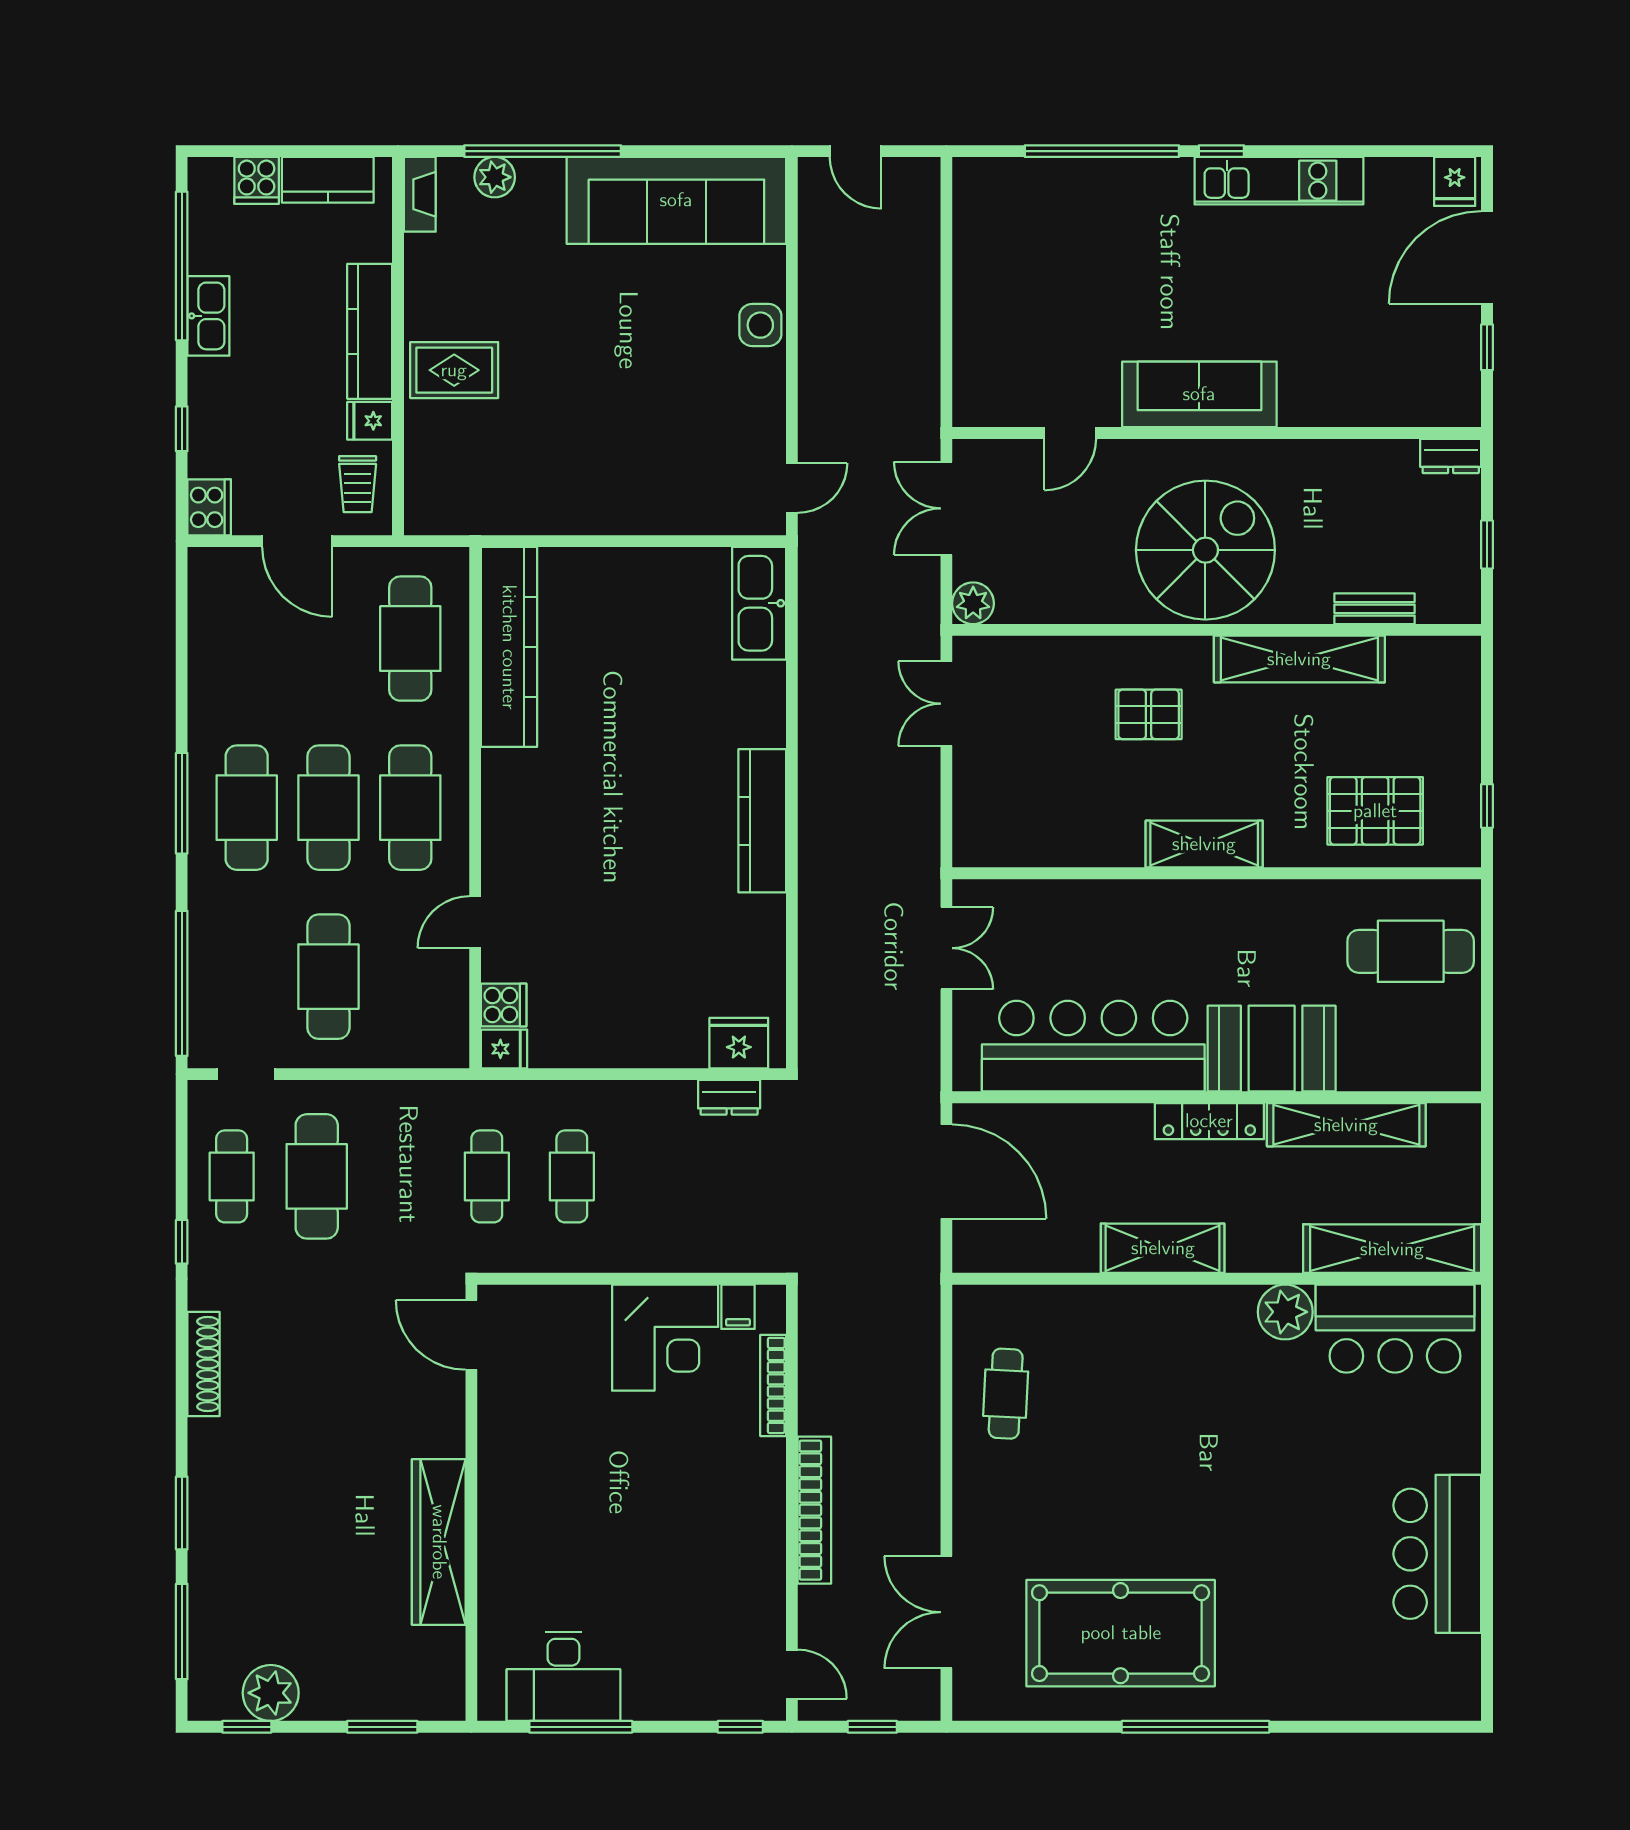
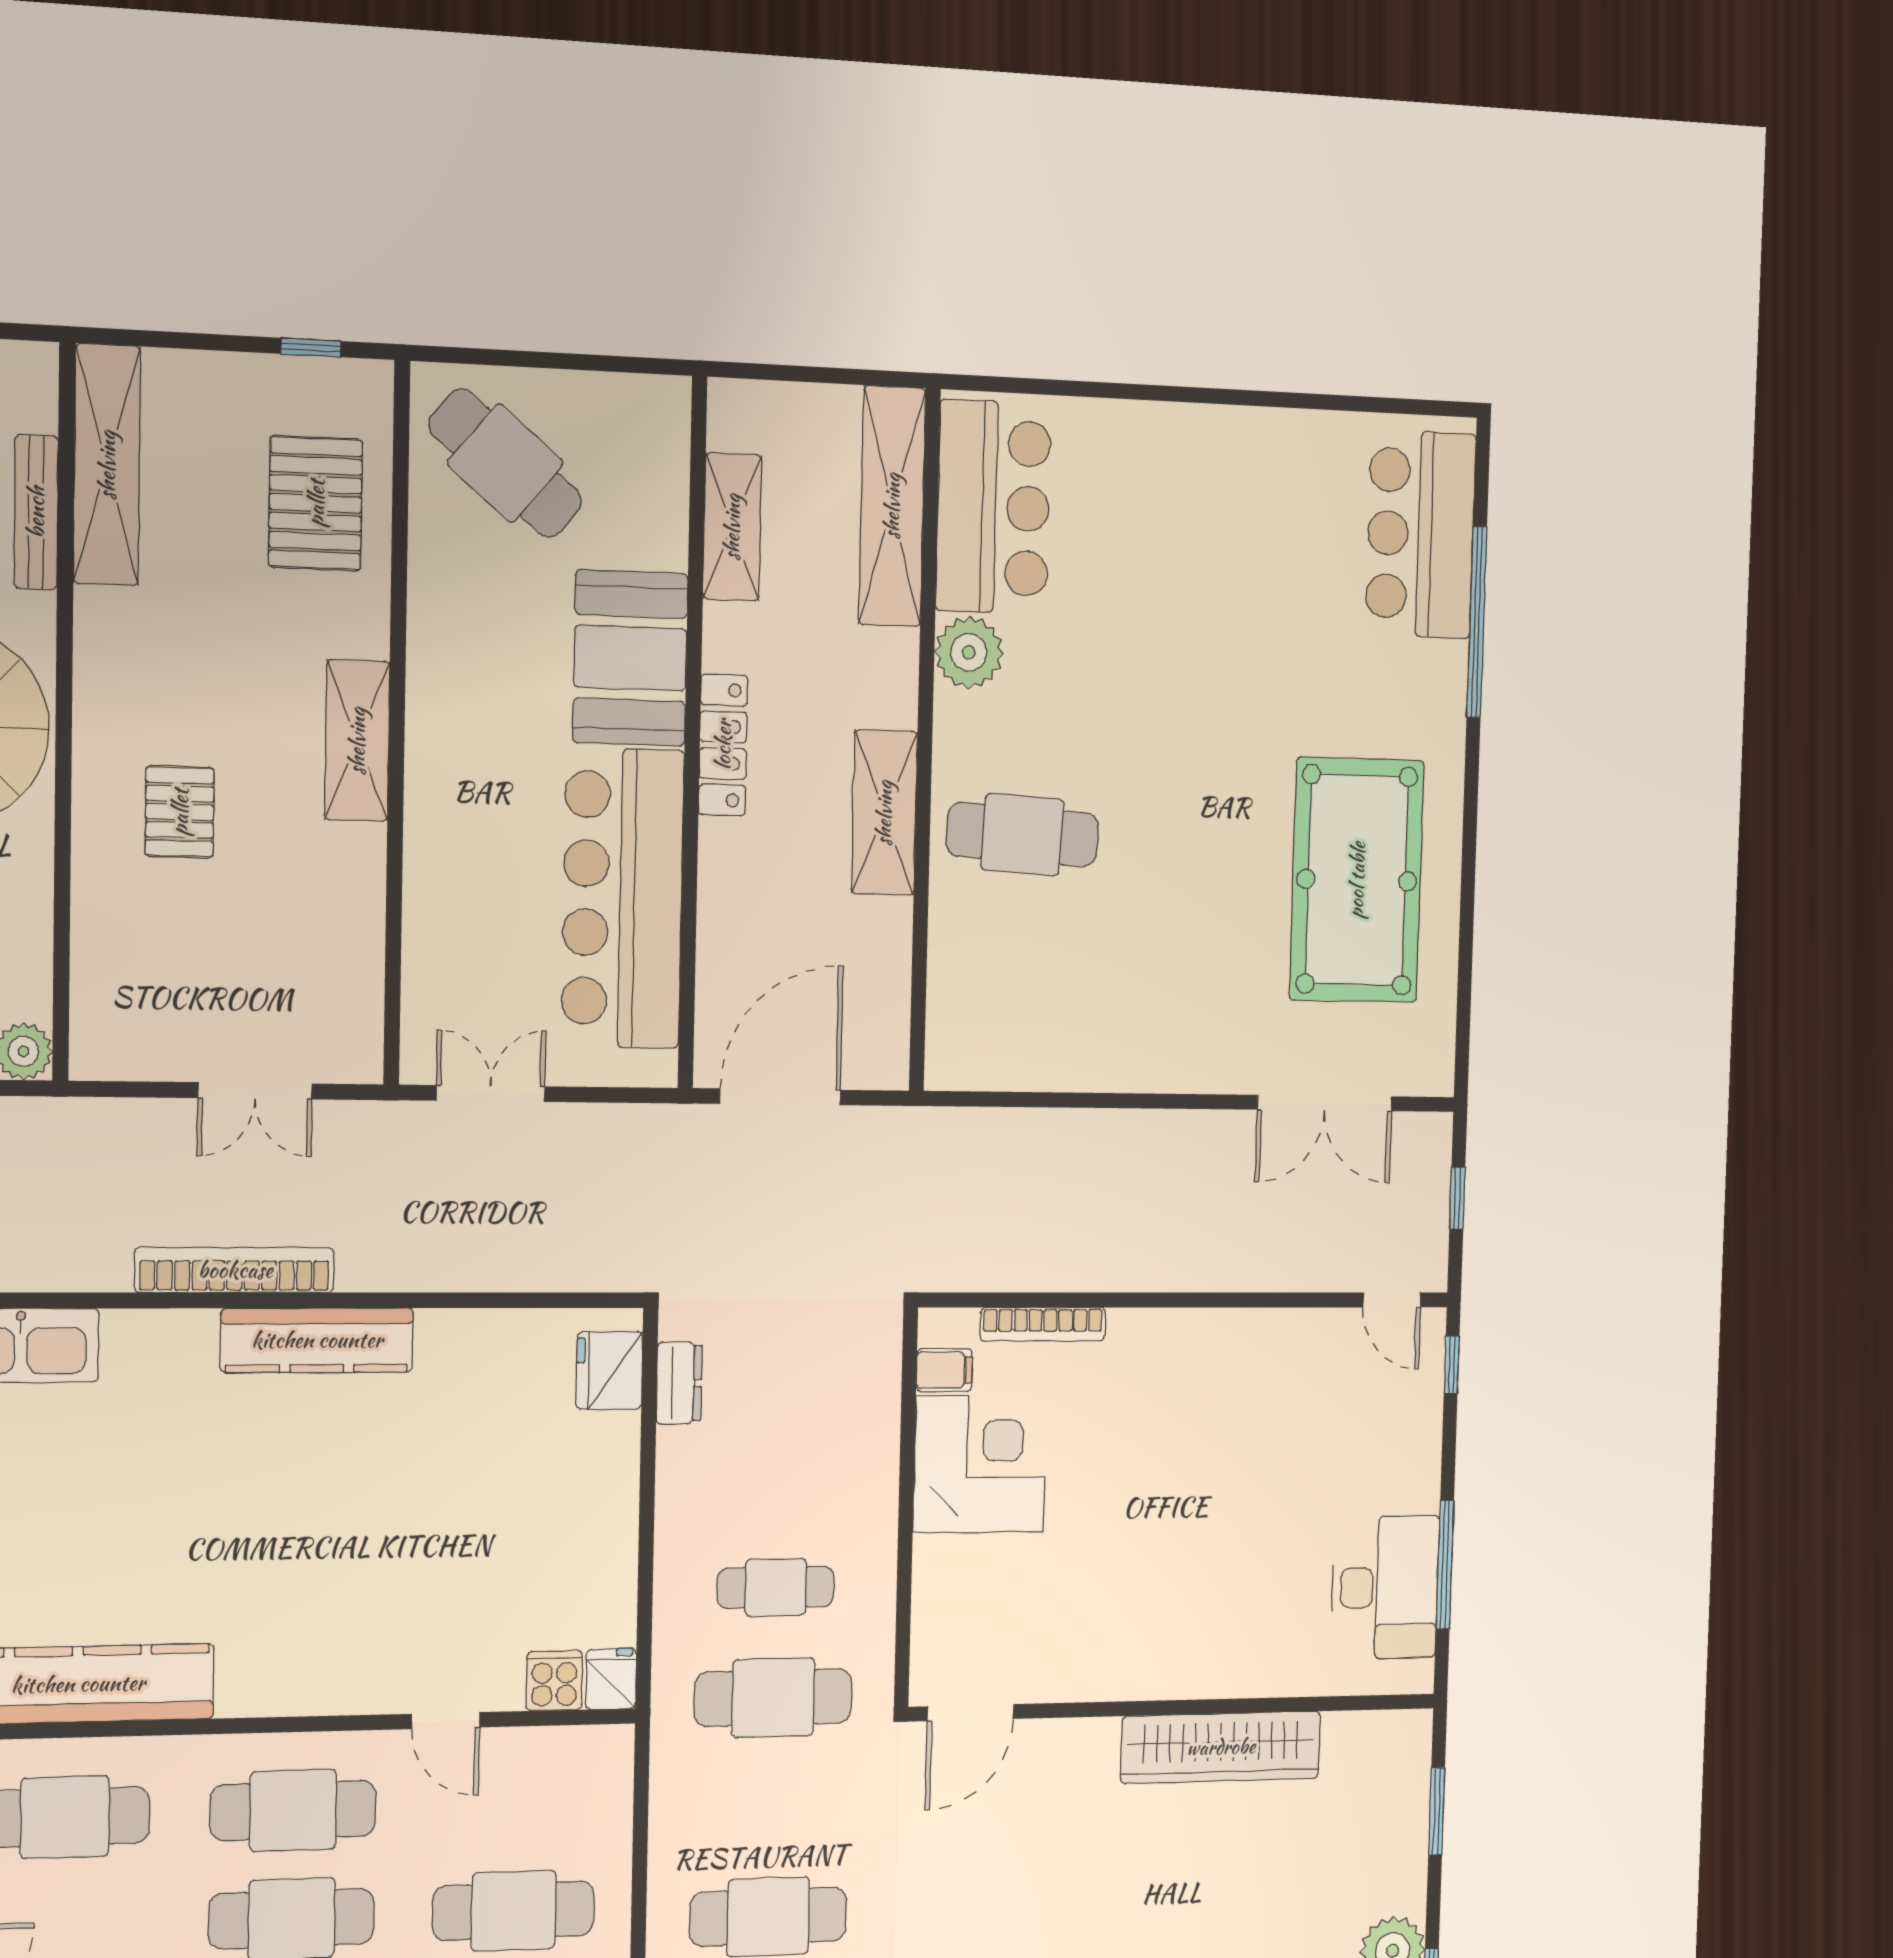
bench: (1374, 609) -> (36, 512), width x1.36
shelving: (1299, 659) -> (107, 465), moved
double door: (946, 704) -> (255, 1091), moved
cafe table: (1411, 951) -> (505, 463), turned -50
shelving: (1346, 1125) -> (732, 527), width x0.68
cafe table: (487, 1176) -> (773, 1698), width x1.37, depth x1.35
cafe table: (1006, 1394) -> (1022, 835), moved, width x1.37, depth x1.35
bookcase: (814, 1510) -> (235, 1270), moved
bar counter: (1437, 1554) -> (1420, 534), moved, turned 90
door: (792, 1674) -> (1392, 1300), swing flipped
window: (1196, 1727) -> (1477, 622), moved

